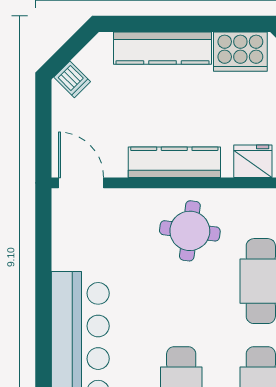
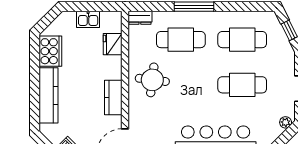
kitchen counter: (174, 162) -> (113, 97), width x0.67

